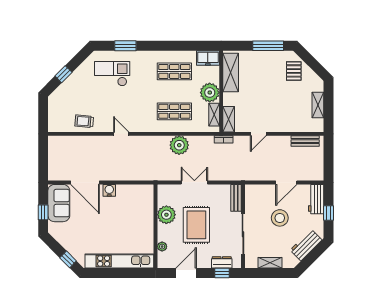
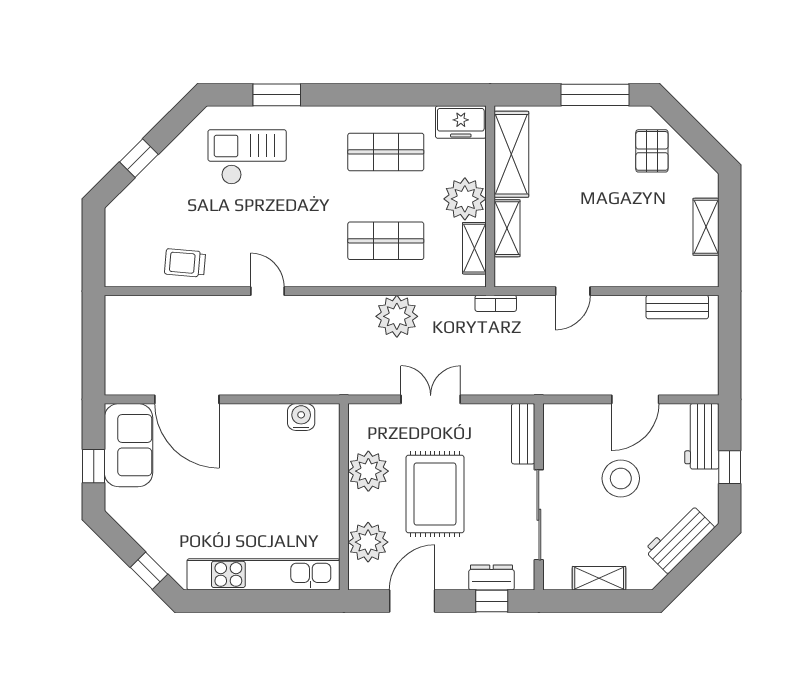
shelving: (229, 119) -> (507, 228), moved
water cooler: (109, 190) -> (301, 417), moved
plant: (162, 247) -> (368, 542), width x1.87, depth x1.87

